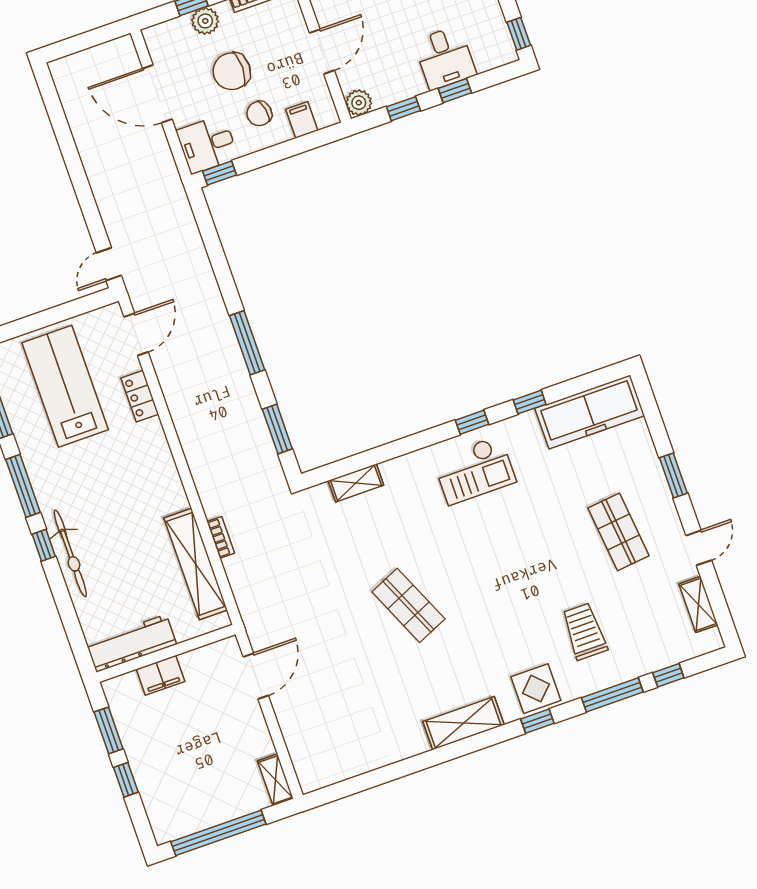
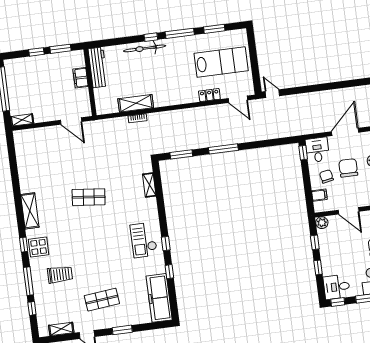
desk: (445, 58) -> (337, 287), moved
shelving: (196, 564) -> (136, 103), width x0.68
shop shelf: (408, 605) -> (89, 197), turned 30

